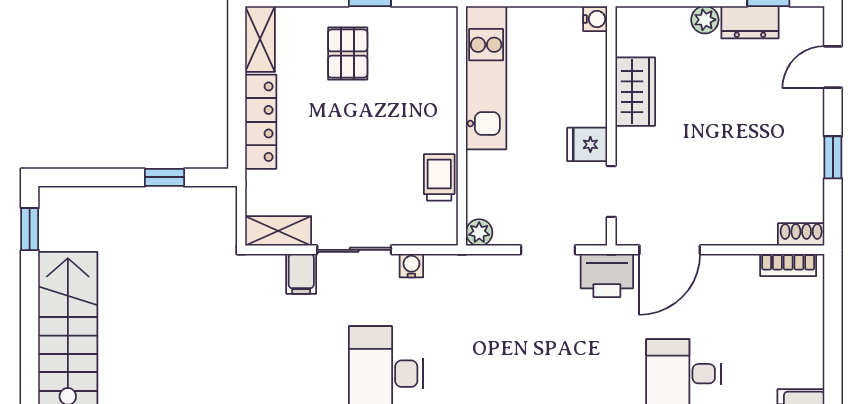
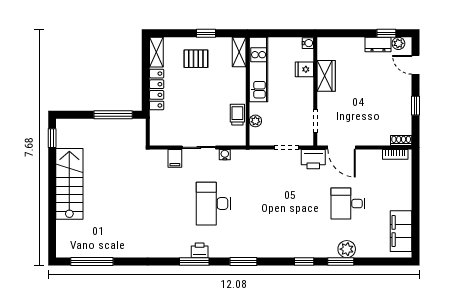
plant: (705, 20) -> (398, 43), moved
pallet: (348, 54) -> (196, 59), turned 90
door: (833, 67) -> (415, 65), hinge flipped
fridge: (587, 144) -> (304, 69), moved
window: (165, 177) -> (113, 115), width x2.17
shelving: (278, 231) -> (239, 52), moved, turned 90
plant: (479, 232) -> (255, 121), moved
door: (670, 250) -> (342, 147), hinge flipped

